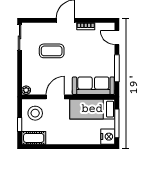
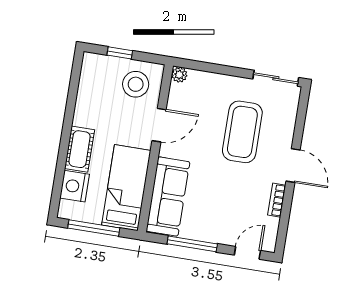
coffee table: (52, 51) -> (242, 132), width x1.36, depth x1.32
door: (55, 97) -> (159, 125), hinge flipped
nightstand: (108, 137) -> (74, 186), moved, turned 90
cot: (34, 138) -> (80, 149), moved

